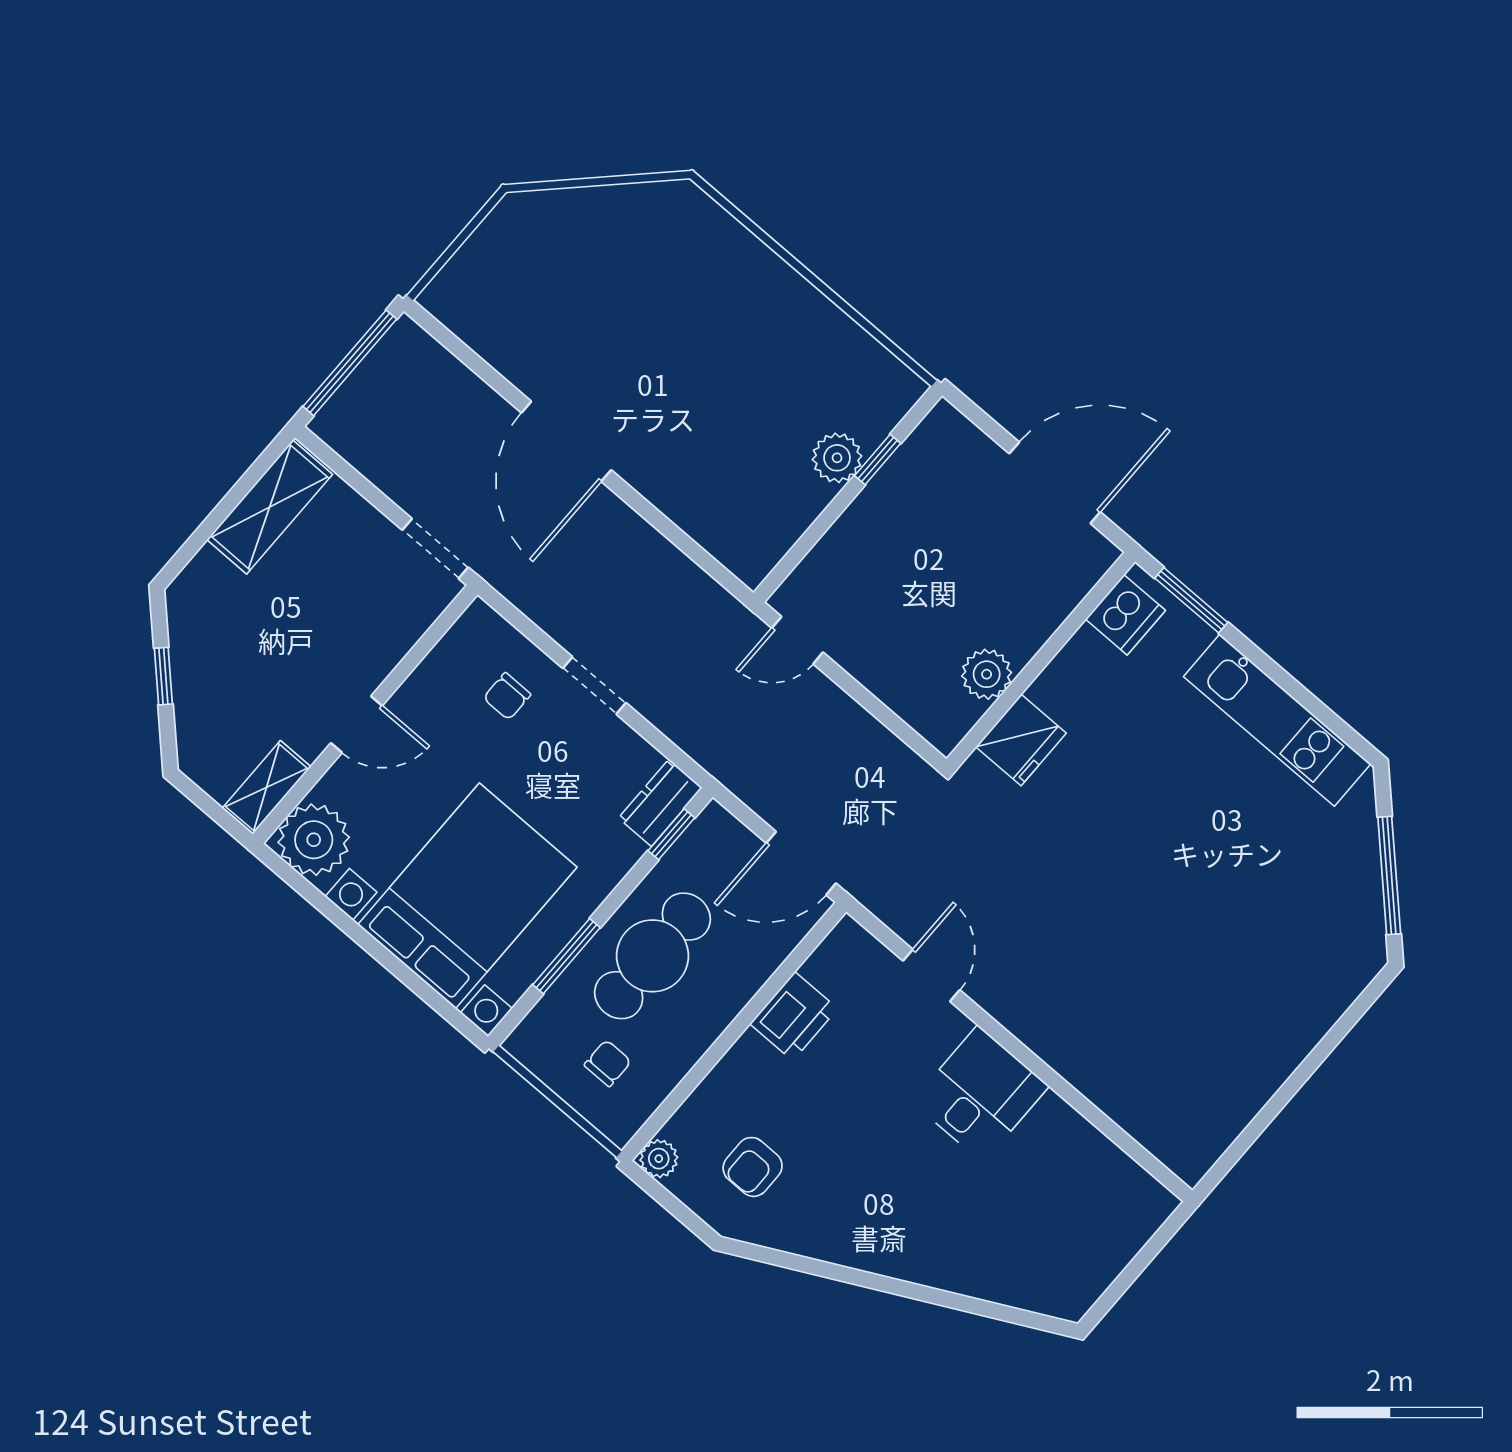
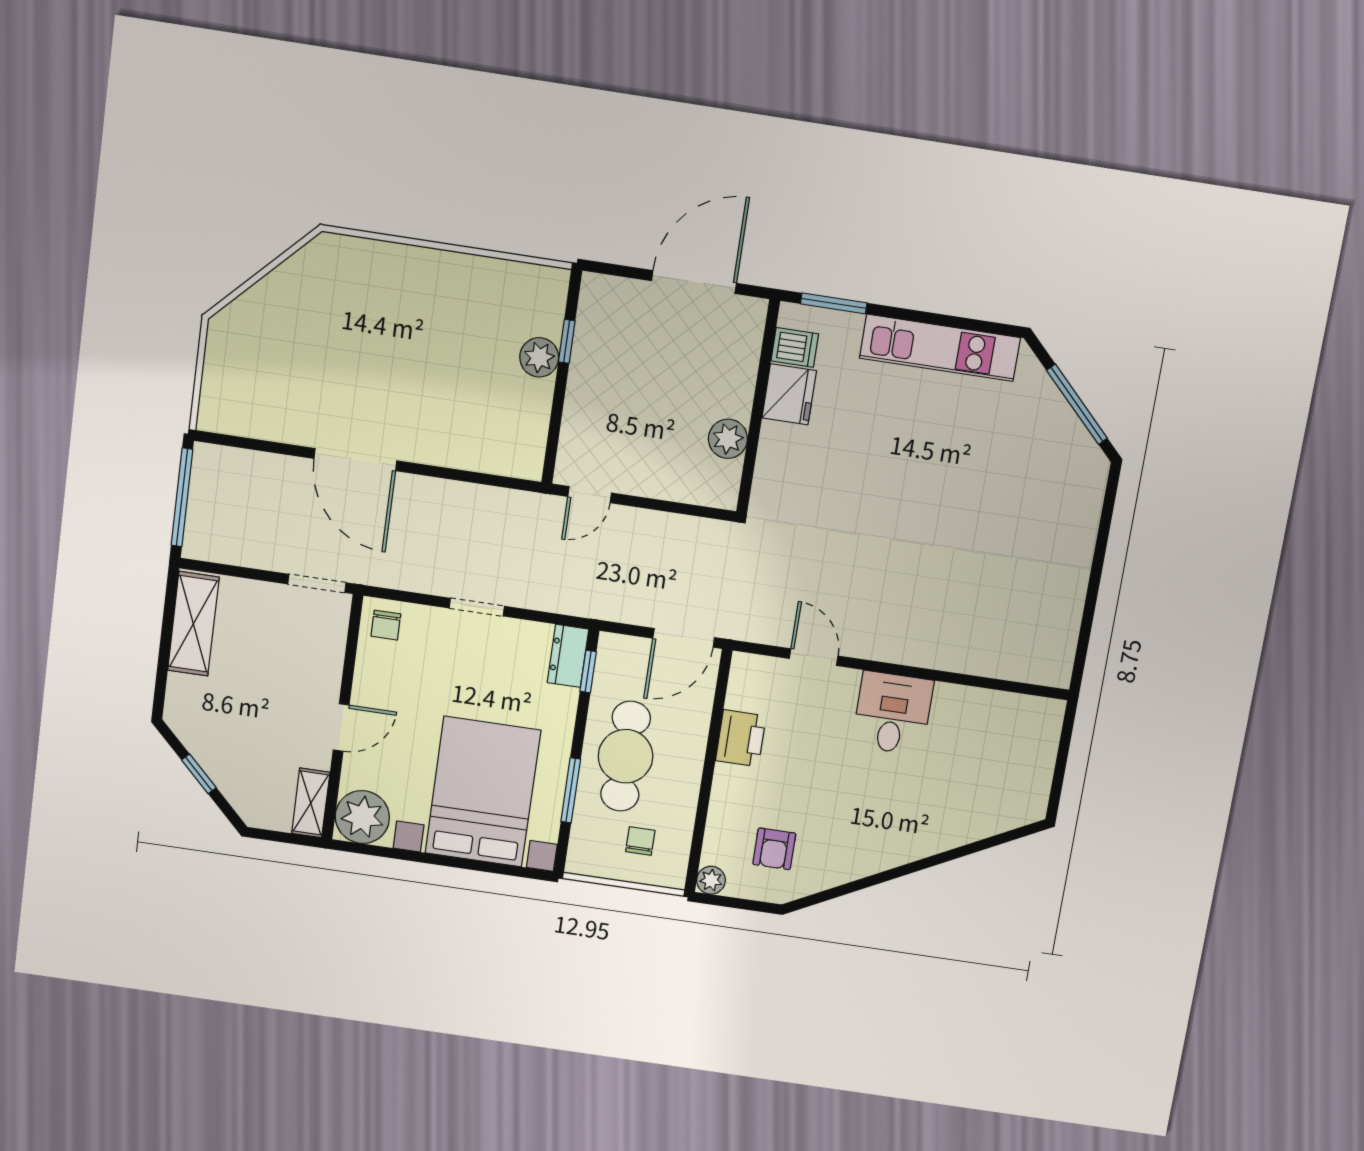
dishwasher: (1126, 615) -> (795, 347), width x0.73
chair: (507, 696) -> (386, 625), moved
fridge: (1021, 740) -> (789, 394), moved

